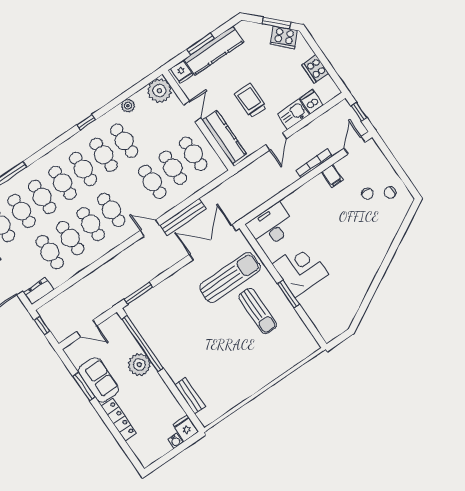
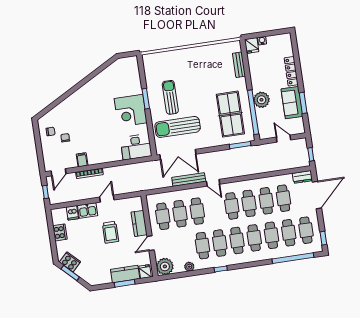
kitchen counter: (214, 51) -> (125, 274), width x0.67
kitchen counter: (224, 137) -> (139, 223), width x0.67
table tennis table: (170, 327) -> (230, 114), added

